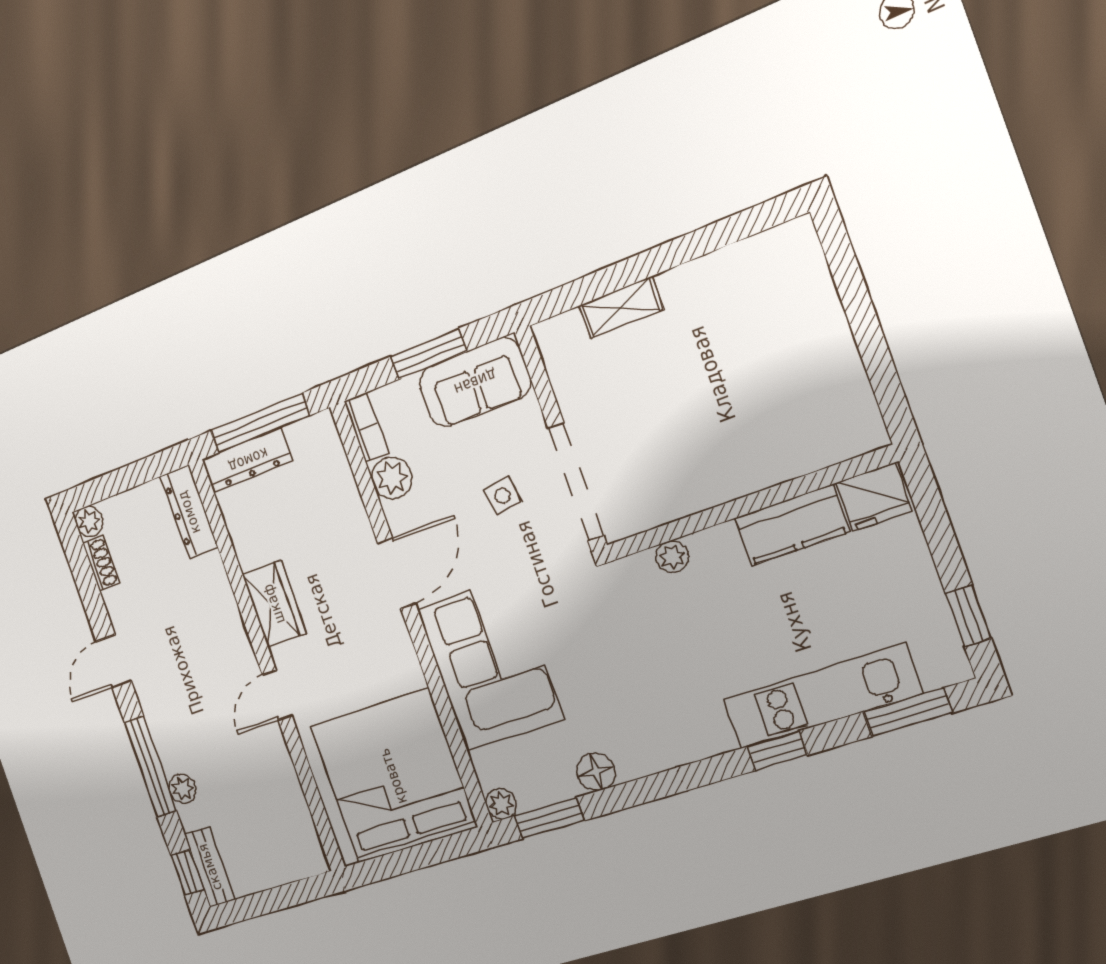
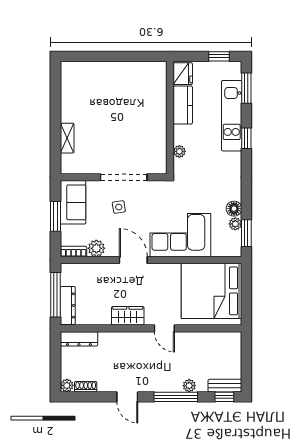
fridge: (874, 497) -> (183, 74), moved
wall: (748, 504) -> (170, 118), moved
kitchen counter: (792, 525) -> (183, 105), moved
plant: (672, 557) -> (179, 151), moved
plant: (501, 804) -> (235, 224), moved

